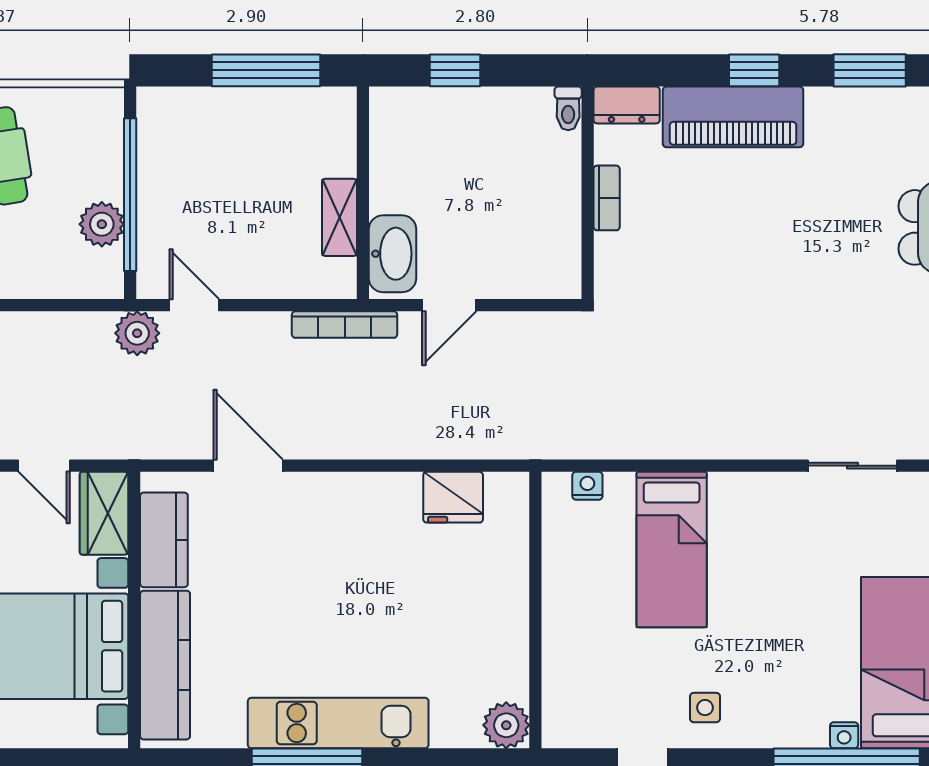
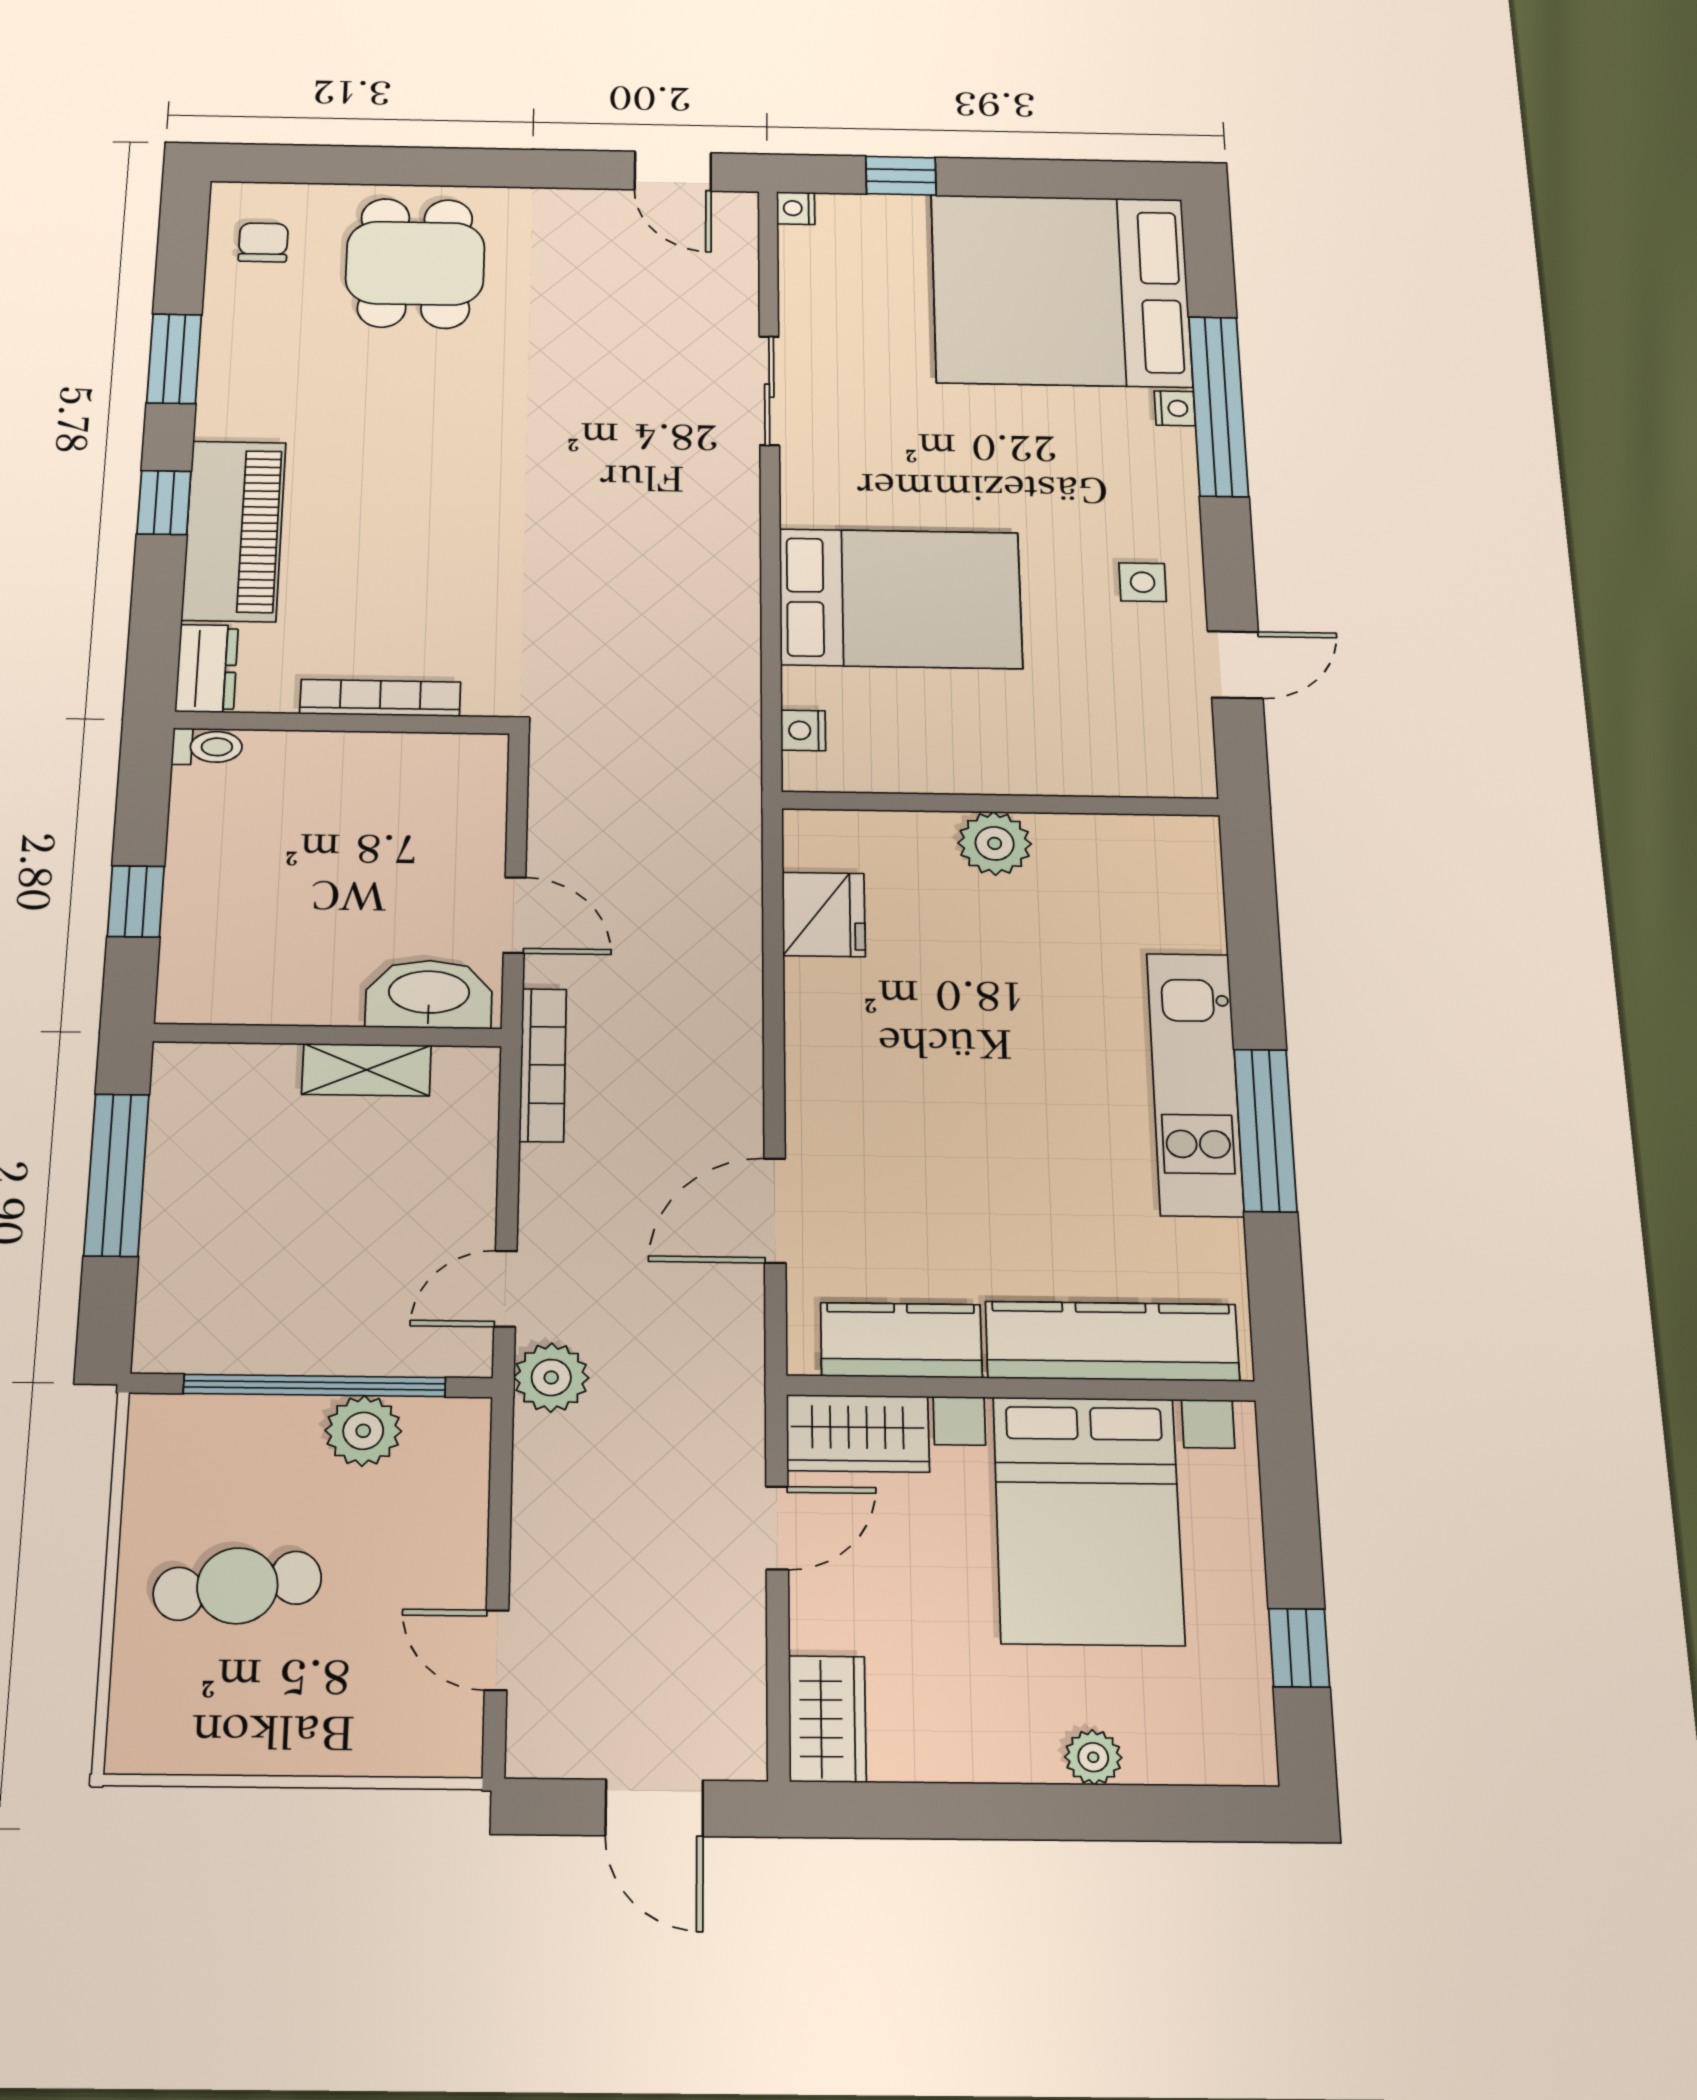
bookcase: (607, 198) -> (380, 698), width x1.56
bed: (672, 549) -> (900, 598), width x1.50
plant: (506, 725) -> (995, 843), moved

